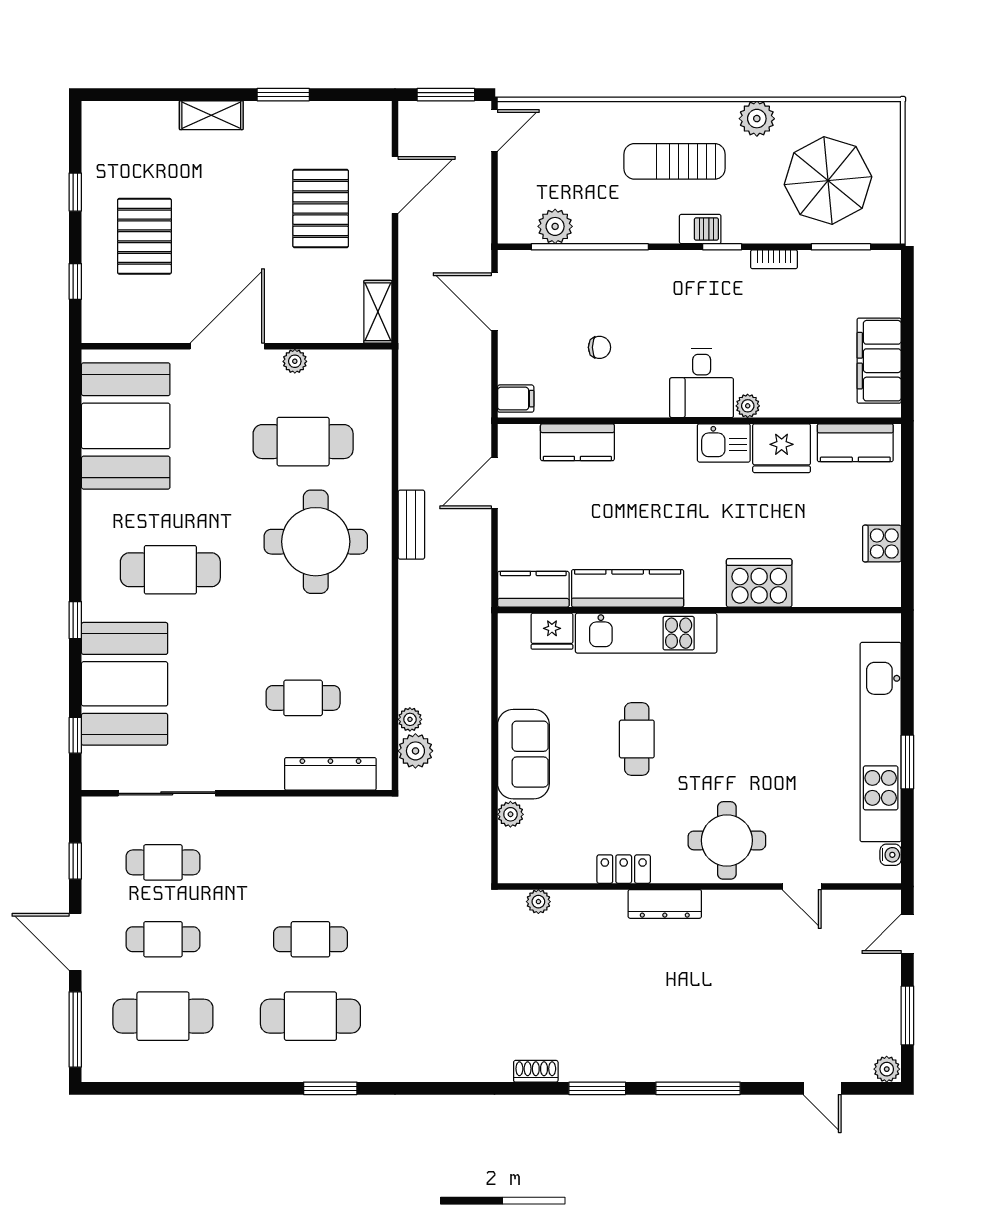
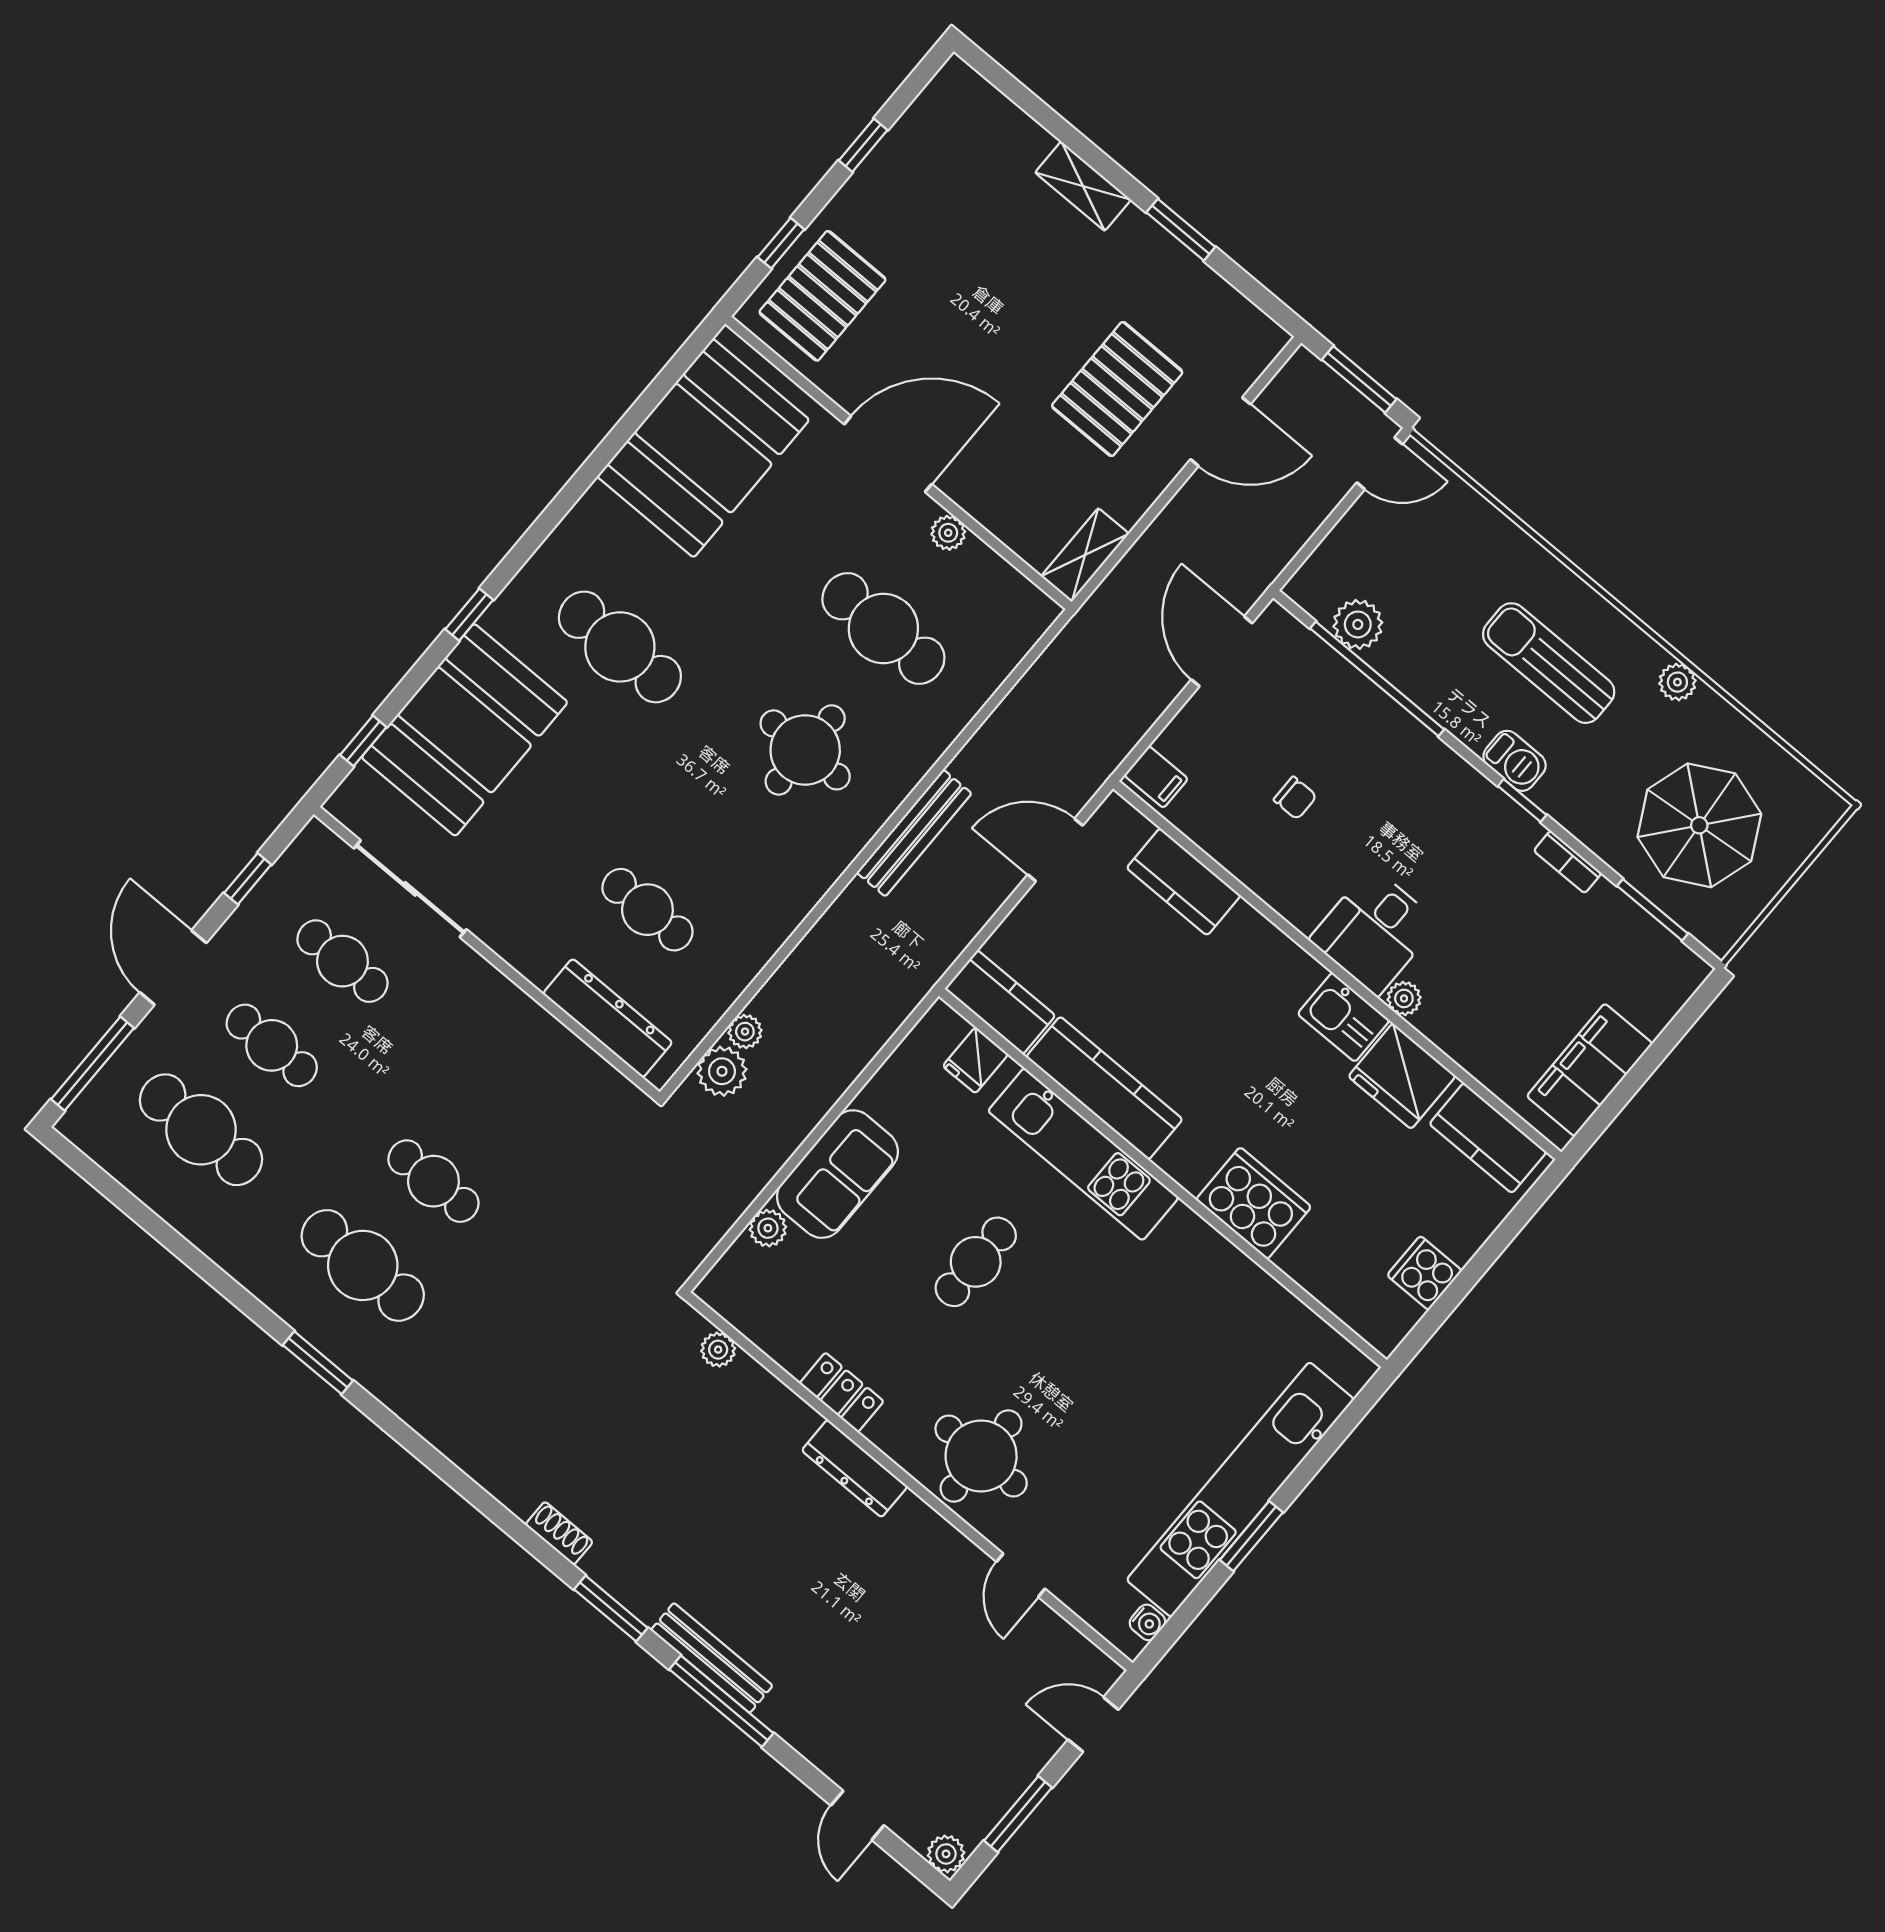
plant: (757, 119) -> (1677, 682), width x0.73, depth x0.73
pallet: (144, 236) -> (823, 296), moved
bench: (411, 525) -> (914, 833), width x1.36
round table: (316, 542) -> (805, 750), width x0.73, depth x0.73
fridge: (552, 631) -> (975, 1060), width x0.72
bench: (673, 1069) -> (712, 1658), added

